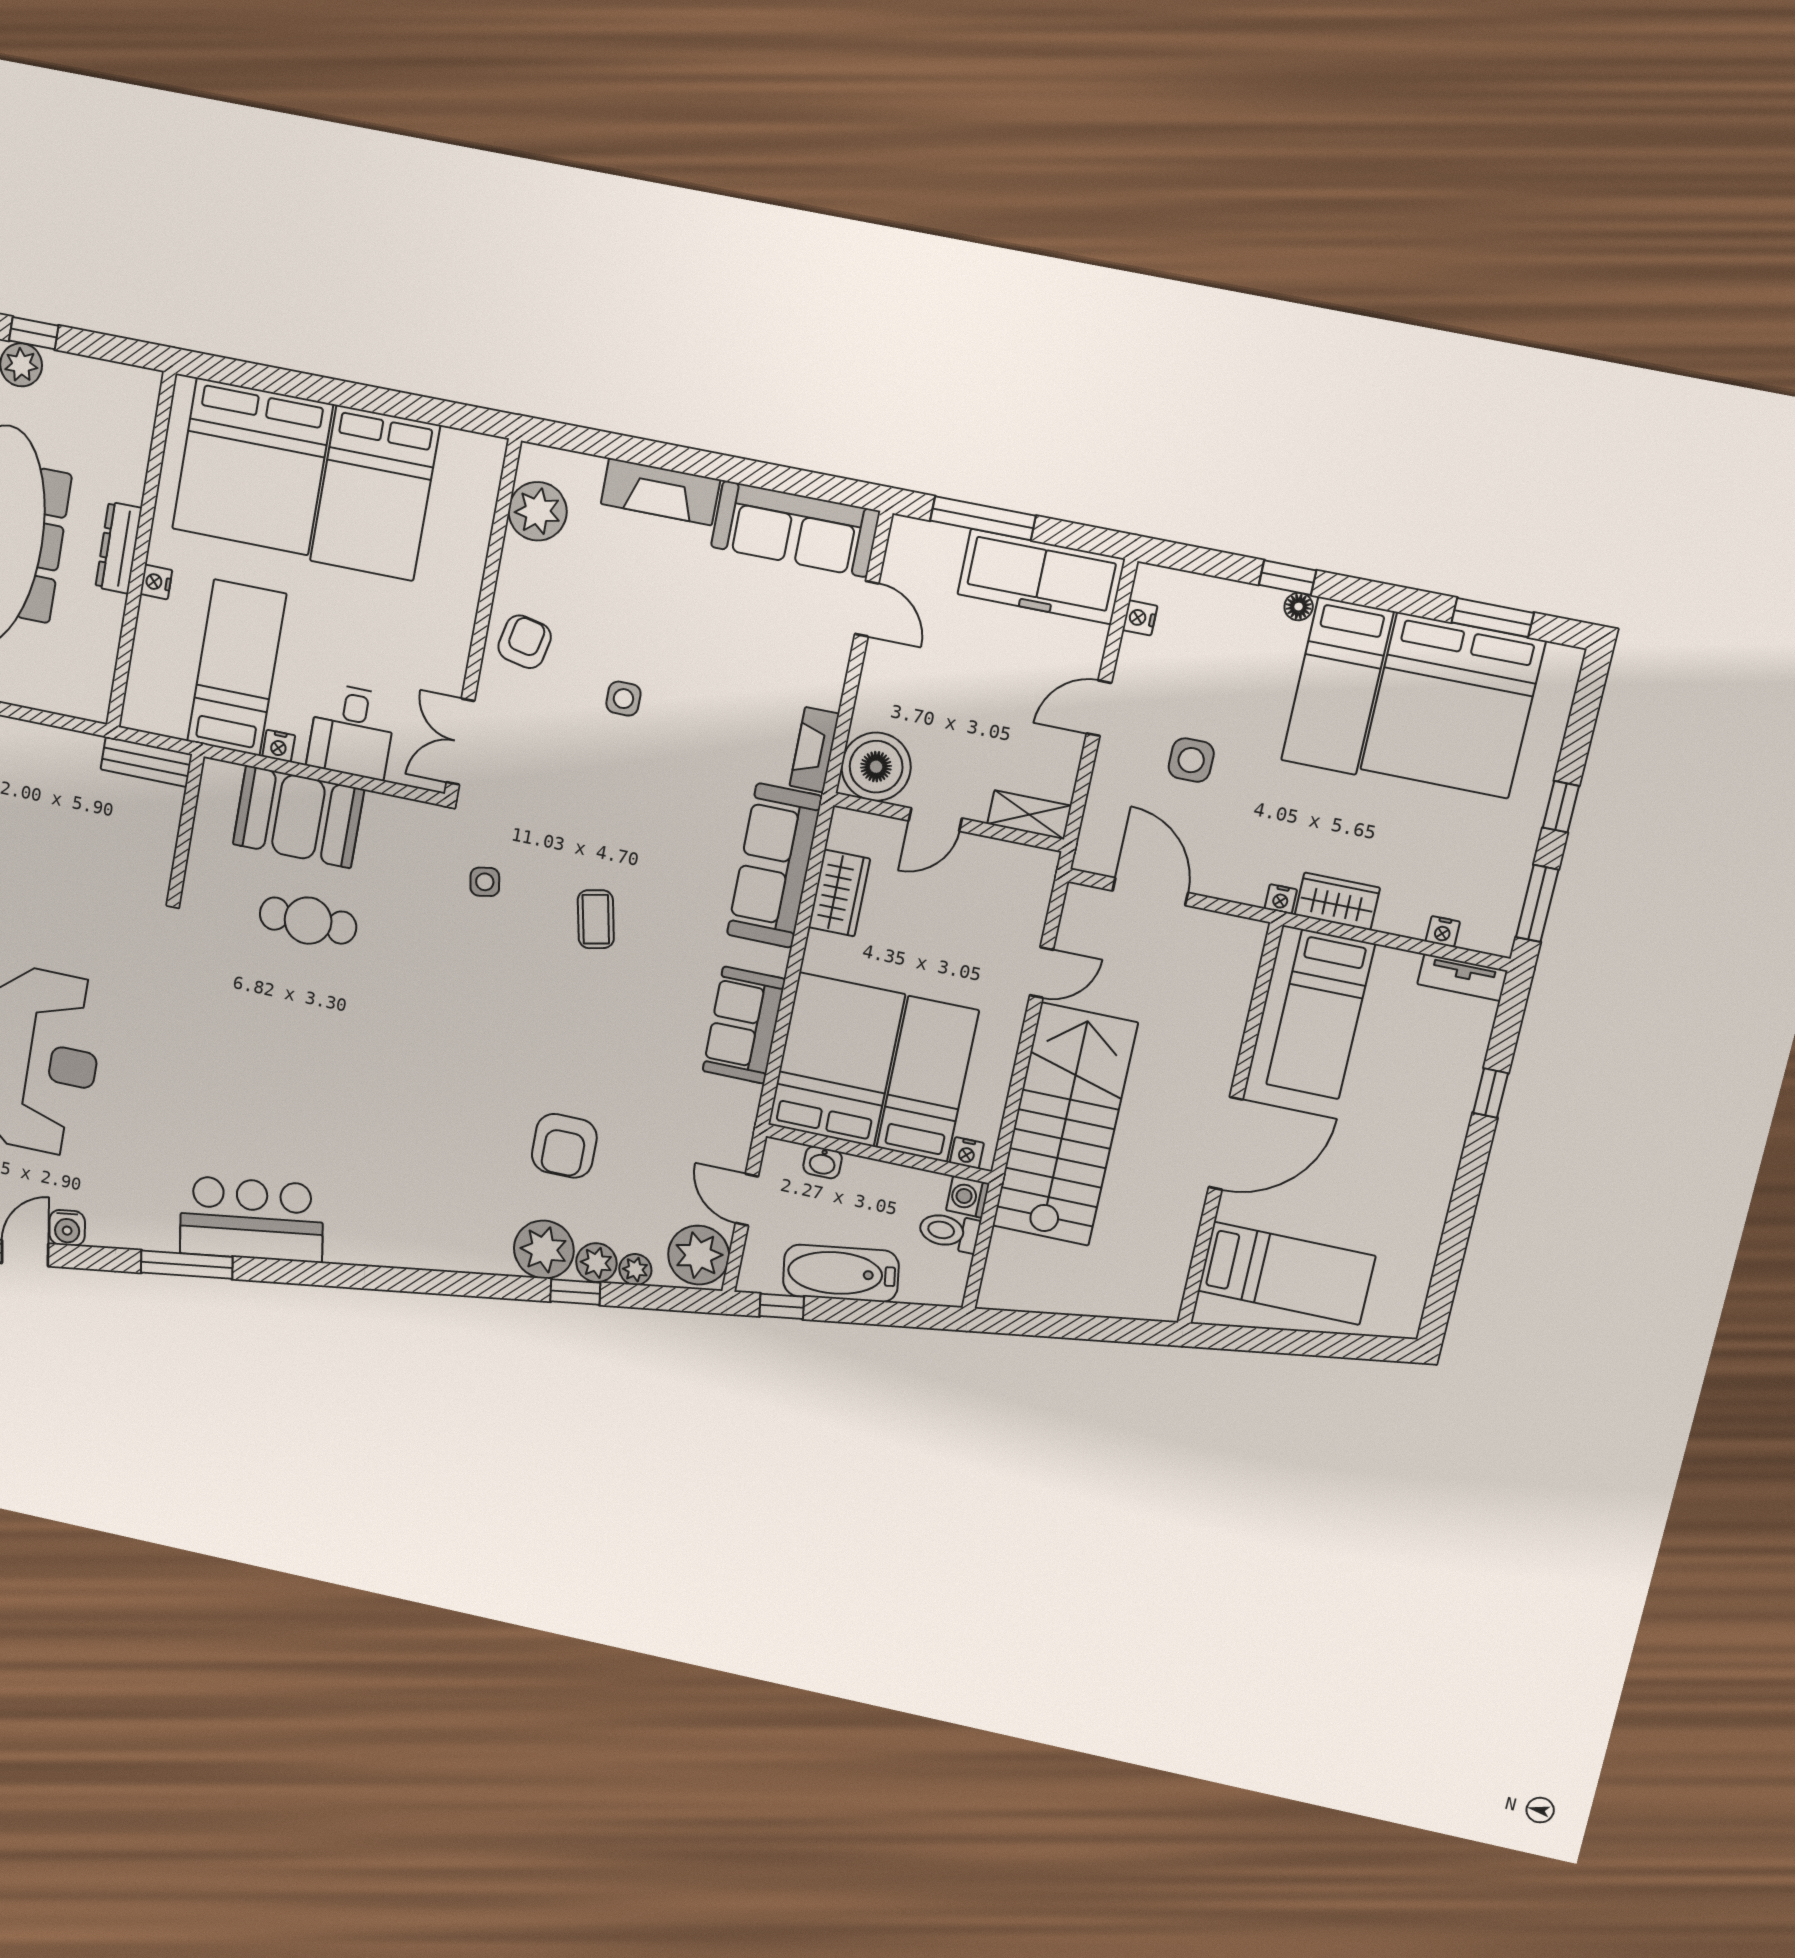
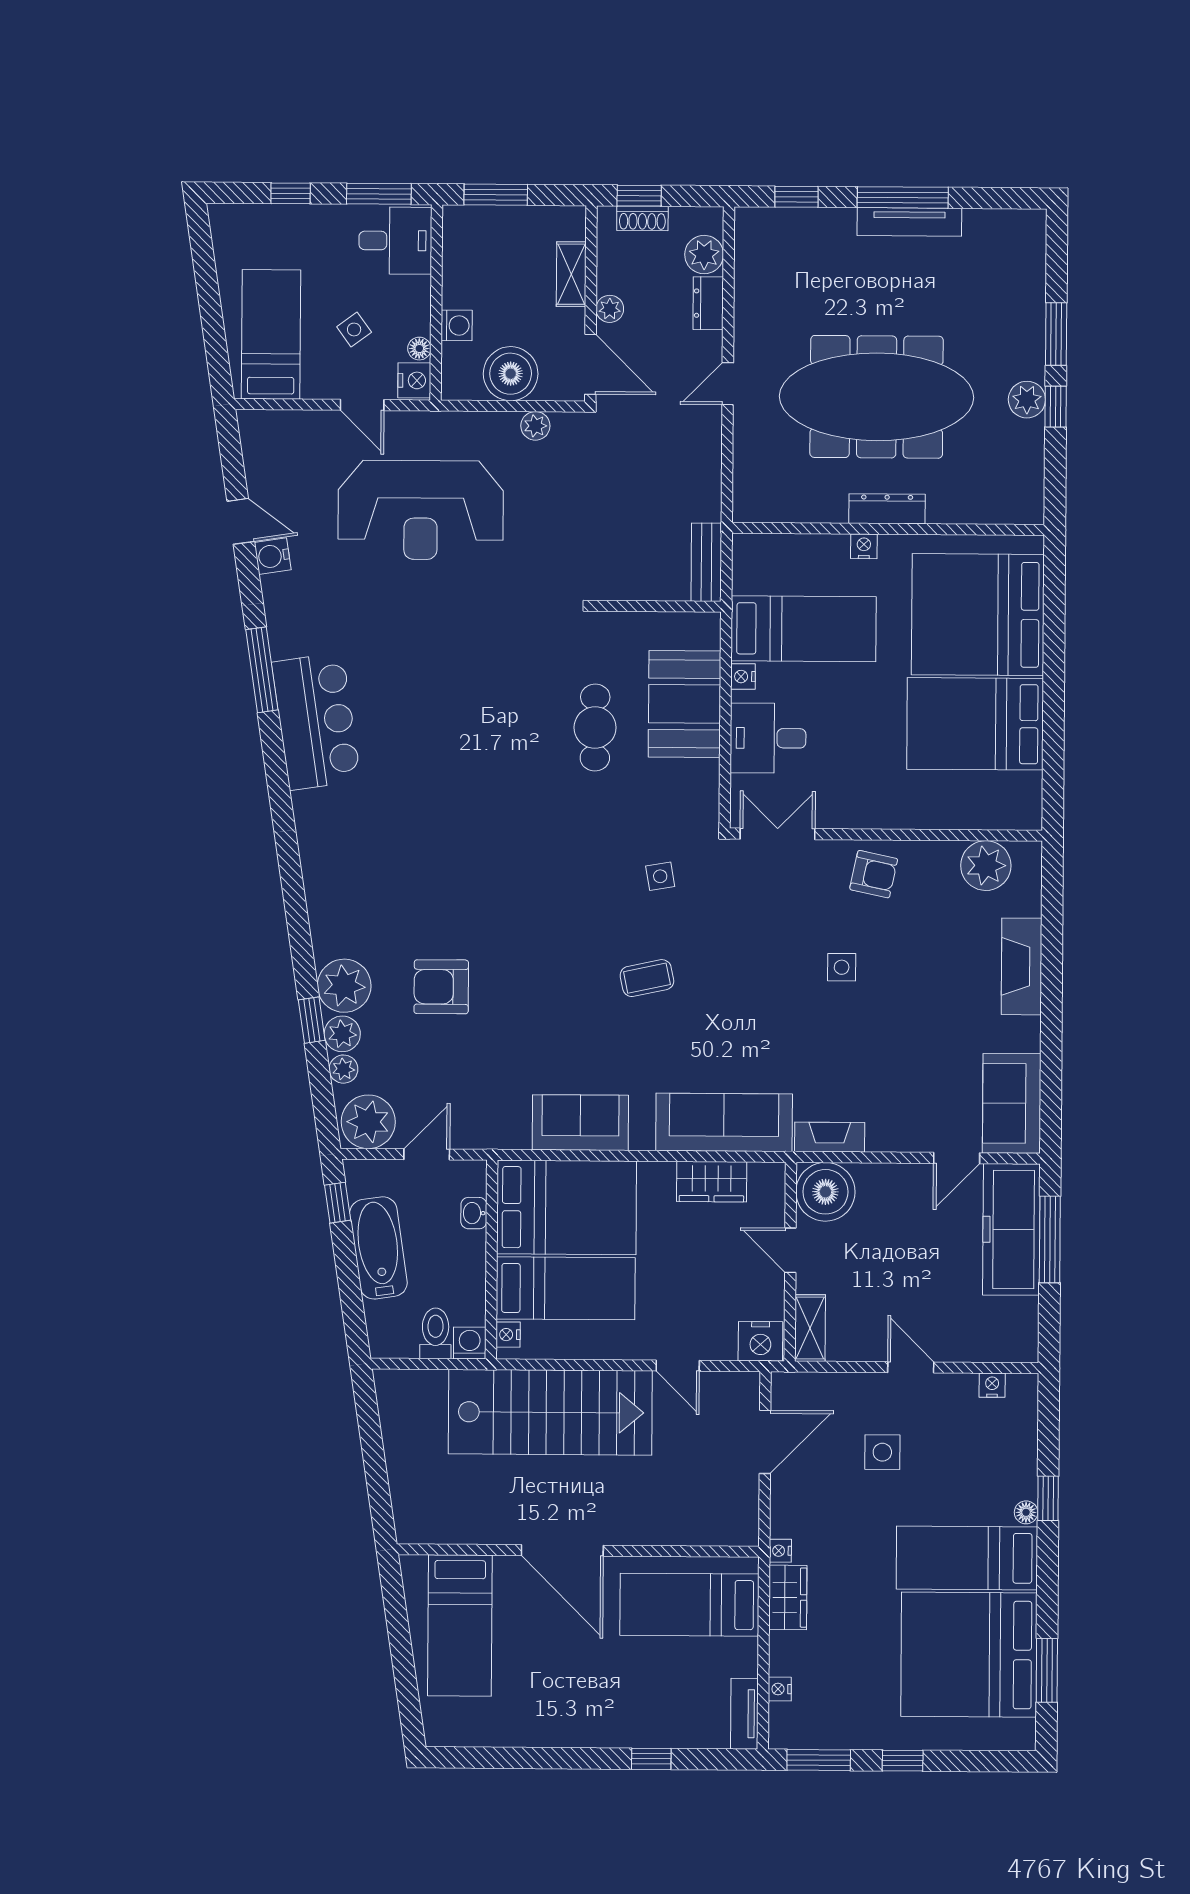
sofa: (795, 529) -> (1012, 1103), width x0.73
freezer: (1041, 576) -> (1011, 1229), moved
nightstand: (1033, 874) -> (760, 1341), added

